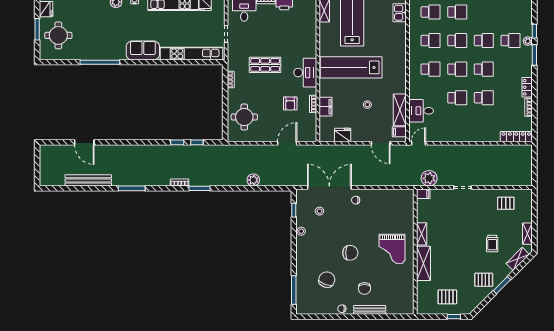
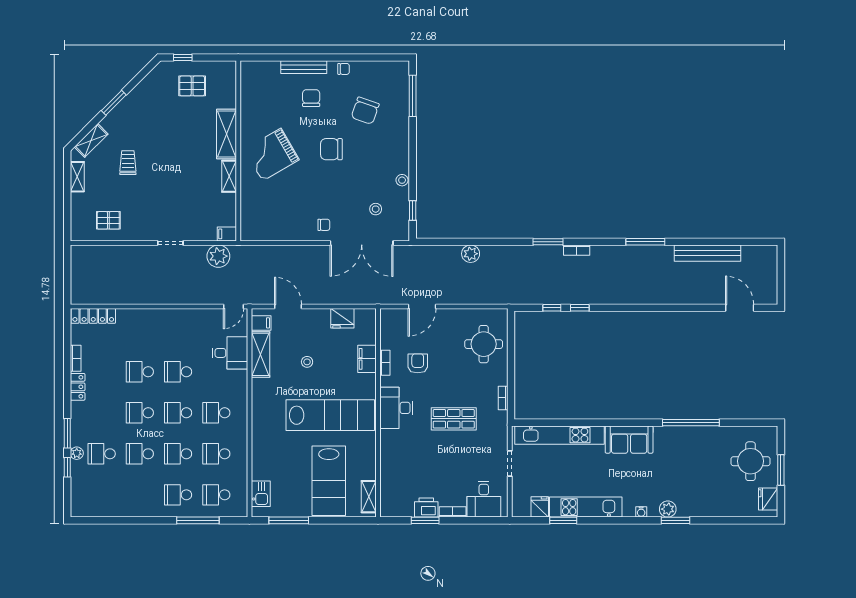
door: (84, 142) -> (740, 308), moved
grand piano: (392, 249) -> (272, 155), turned -120
pallet: (484, 280) -> (140, 111), removed

